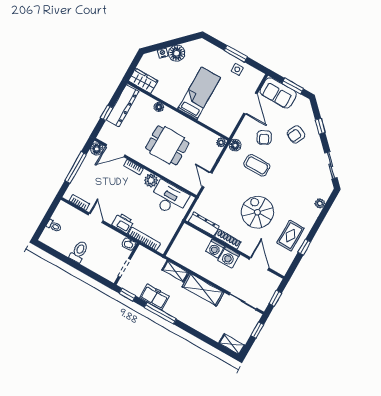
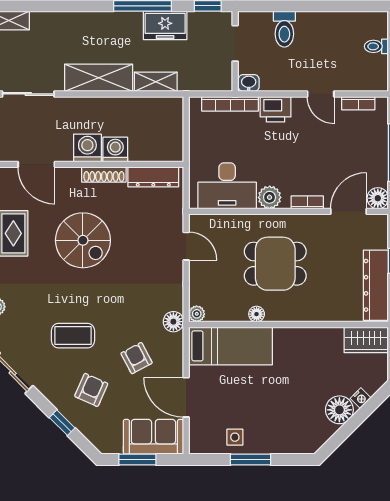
bed: (199, 93) -> (231, 346), moved, turned -90
floor lamp: (159, 107) -> (257, 314), moved
coffee table: (257, 165) -> (73, 336), moved
toilet: (79, 252) -> (284, 29), moved

